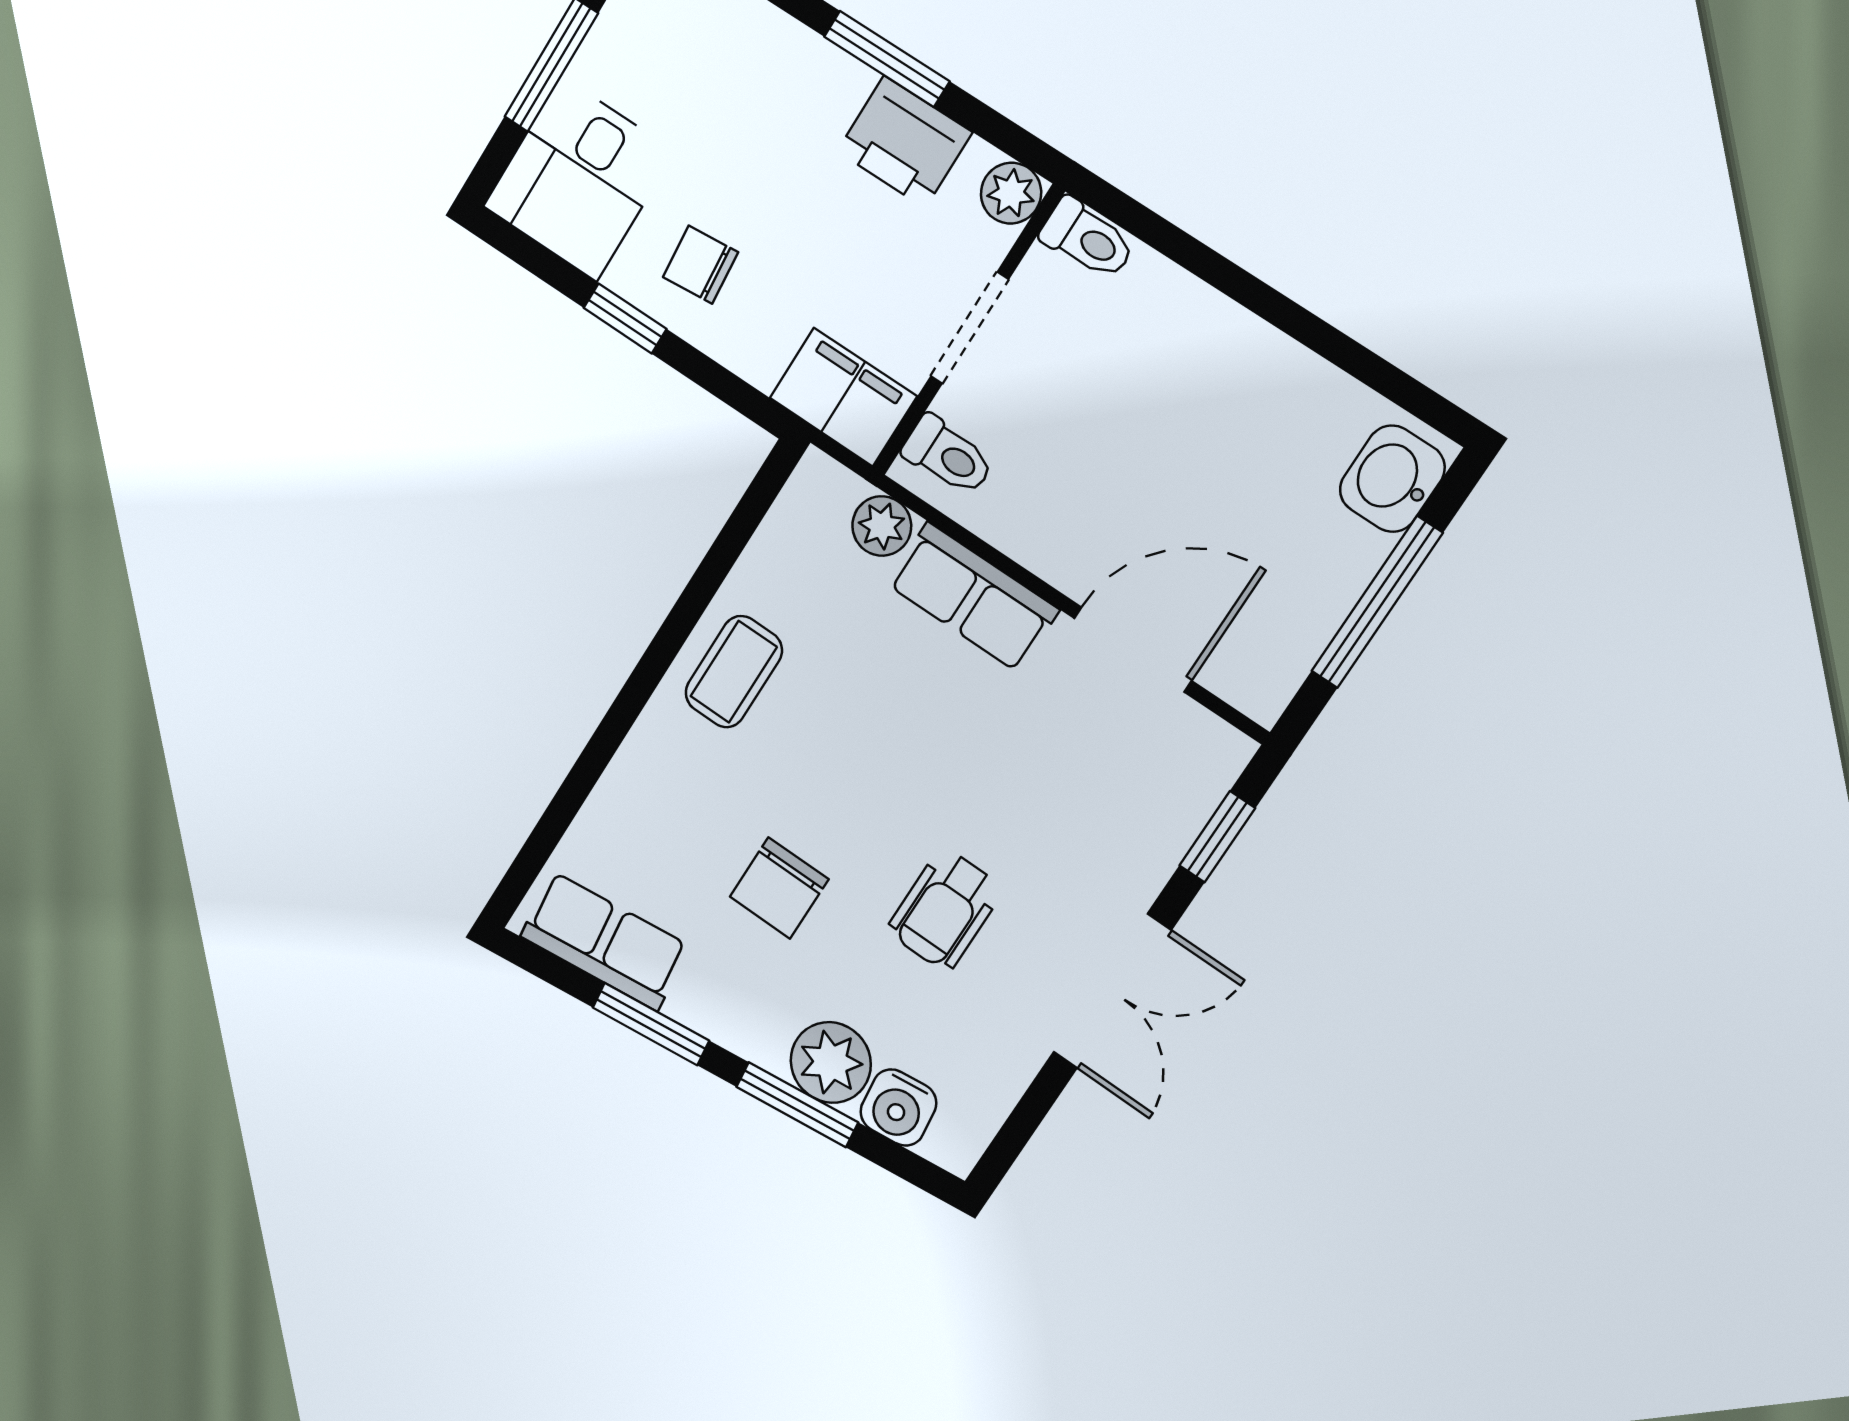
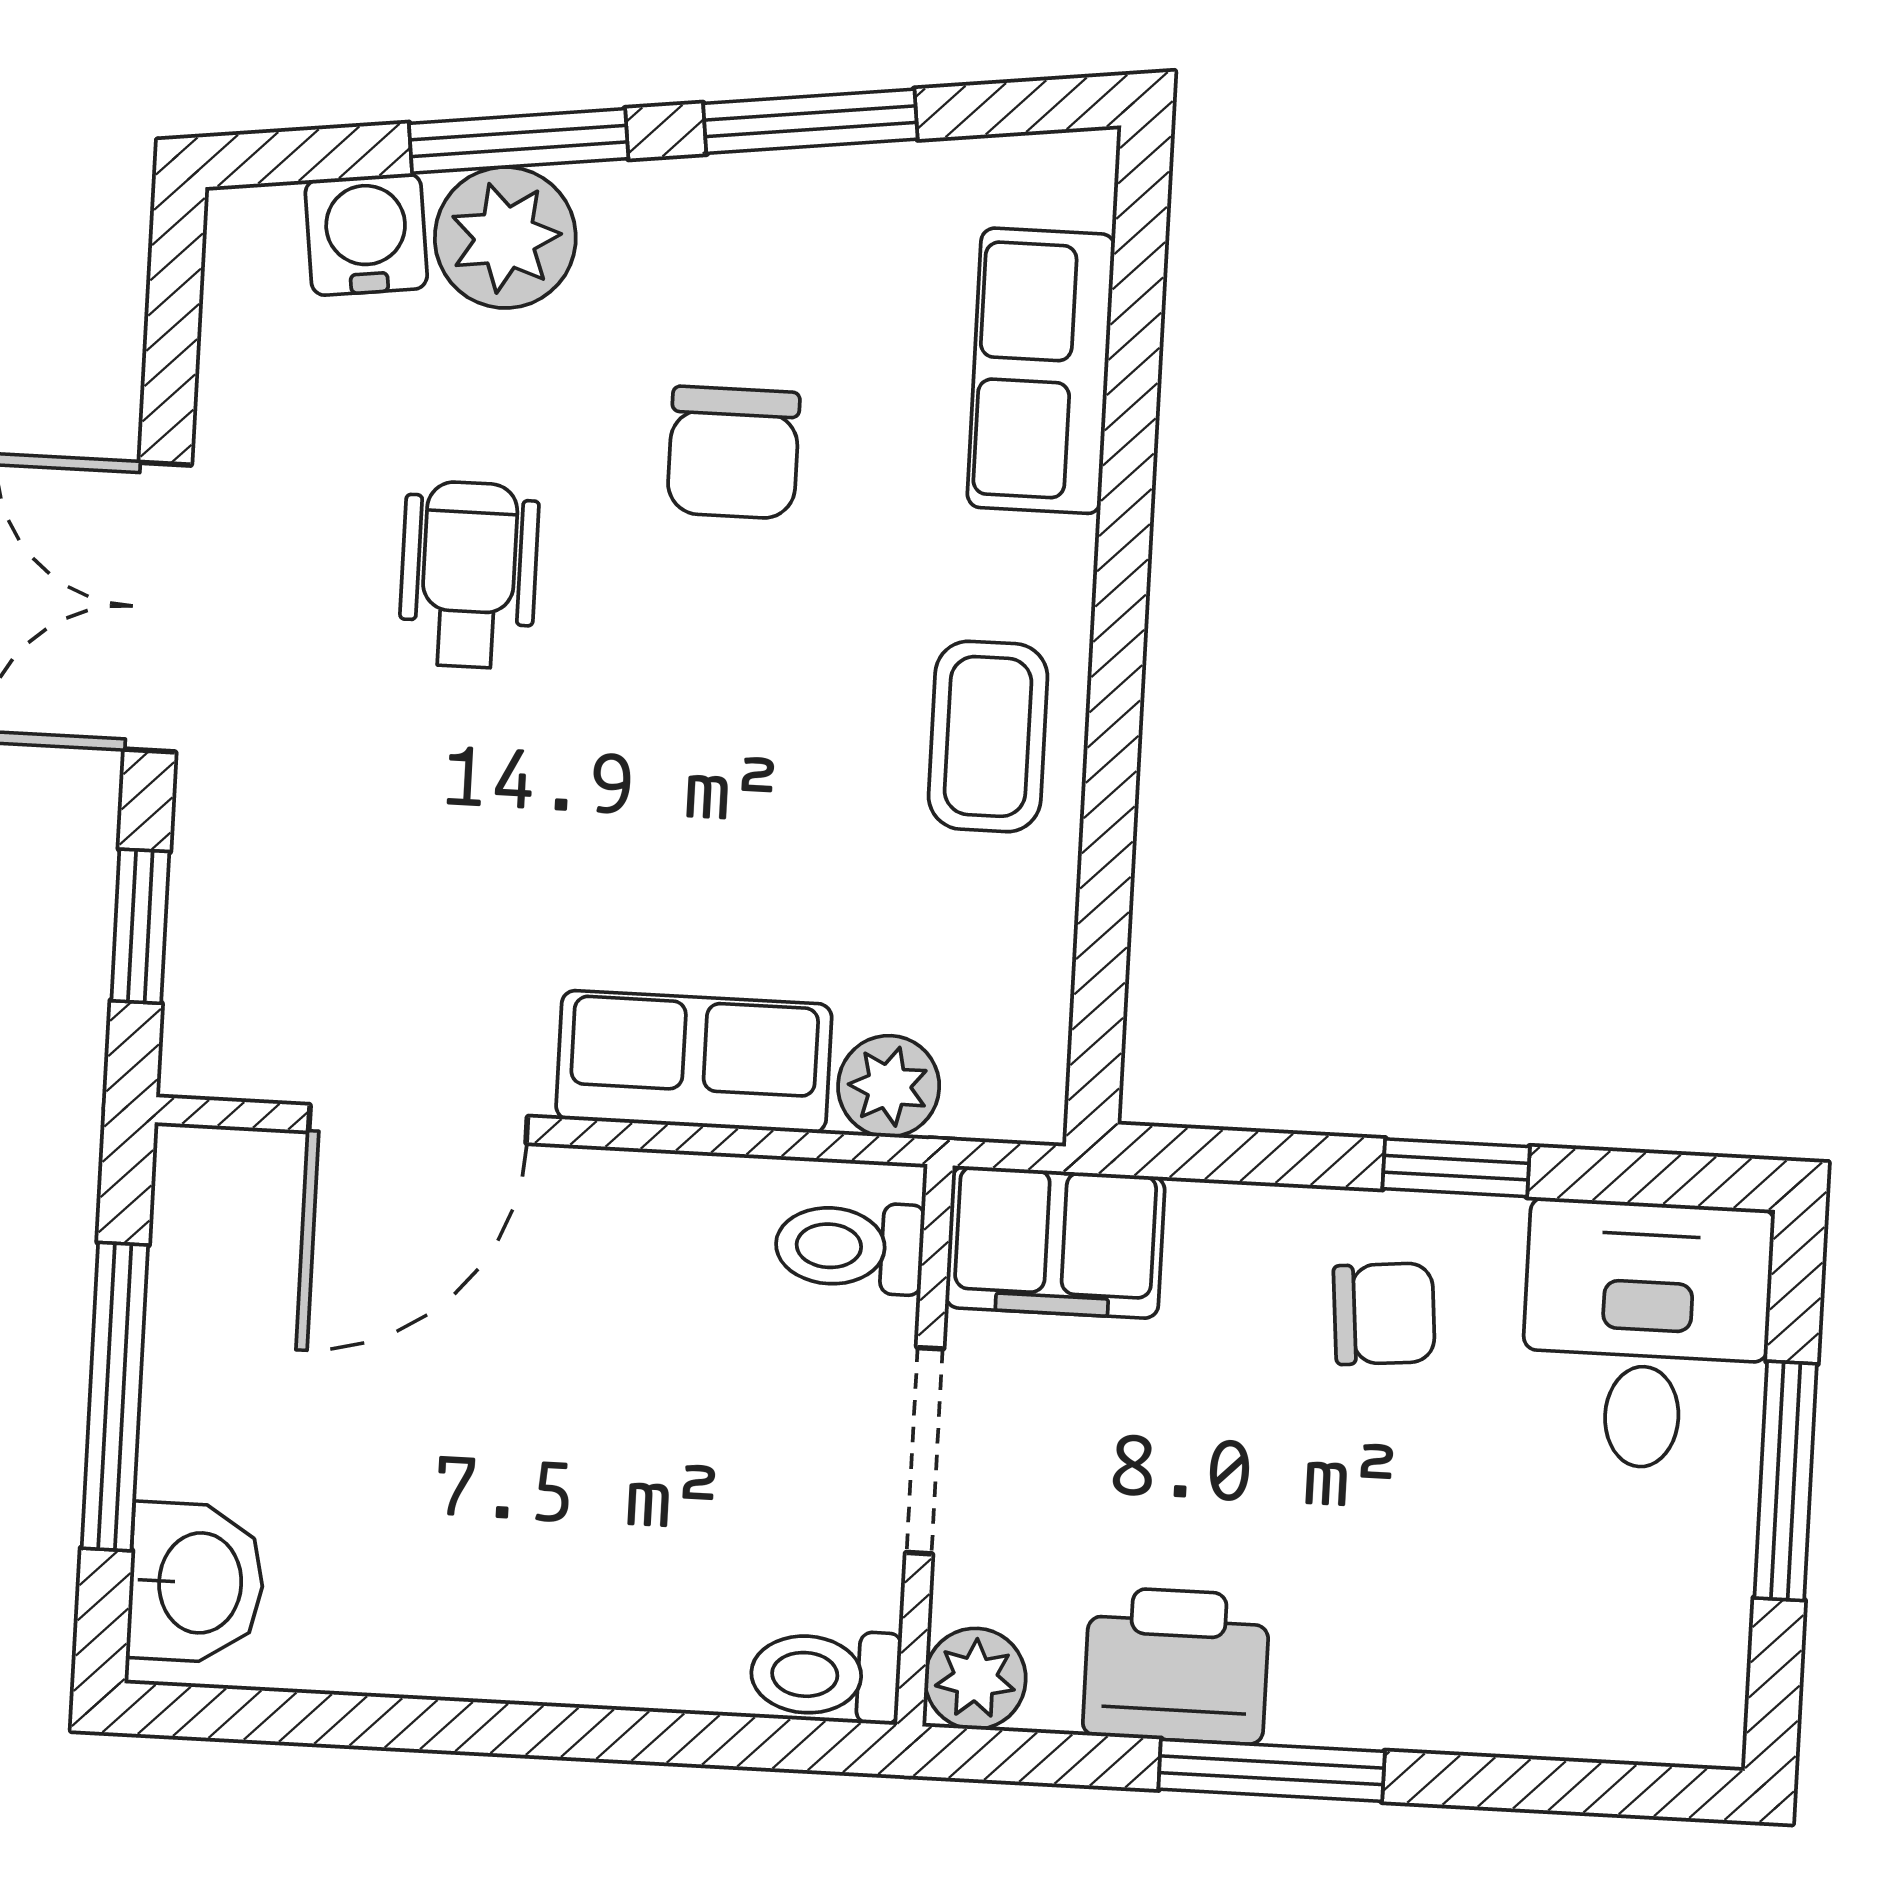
chair: (779, 888) -> (733, 453), turned 180
row of seats: (604, 941) -> (1041, 371), moved, turned 97

